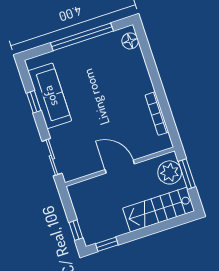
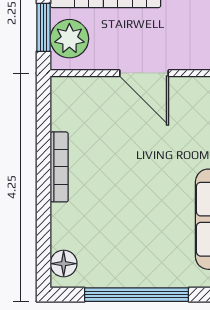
bookcase: (157, 114) -> (59, 167), moved

